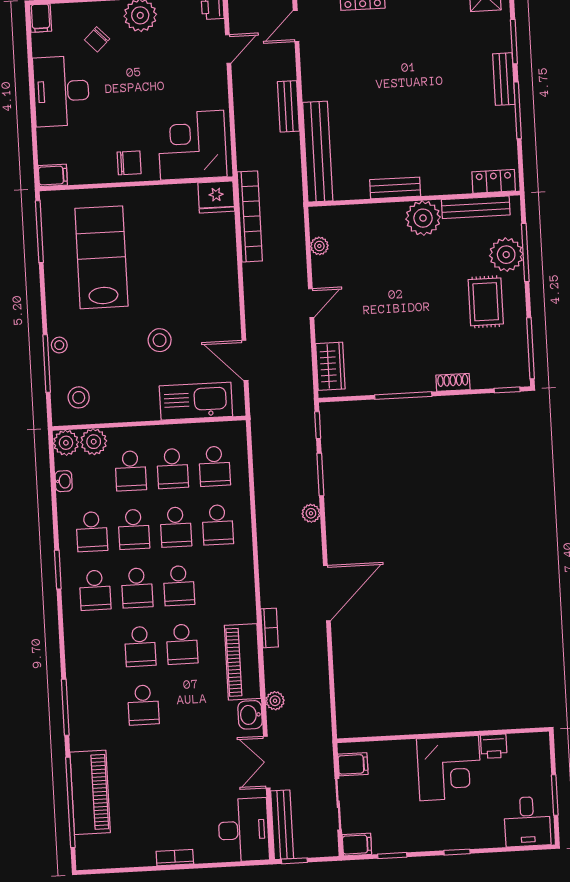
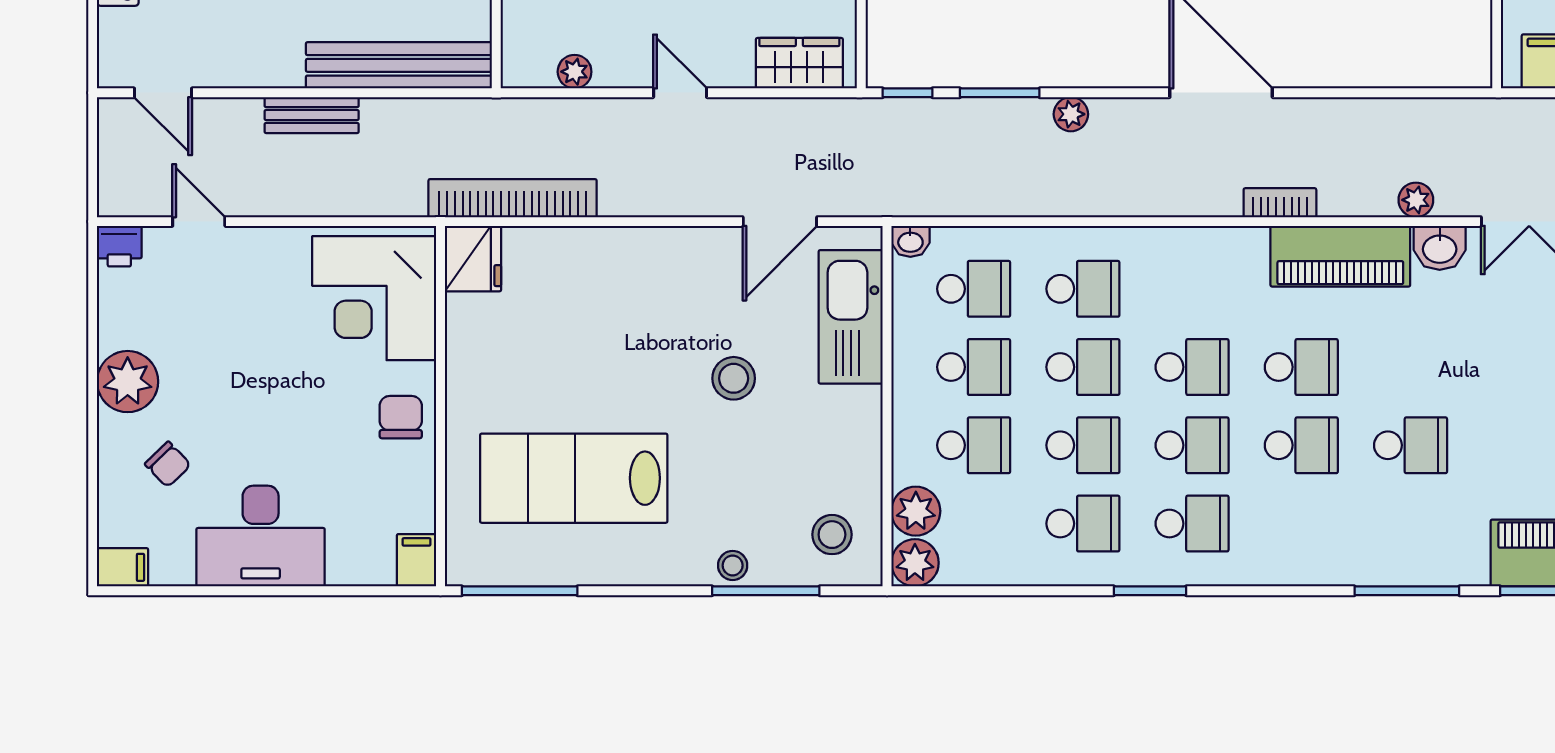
washbasin: (64, 481) -> (910, 241), moved, turned 180

